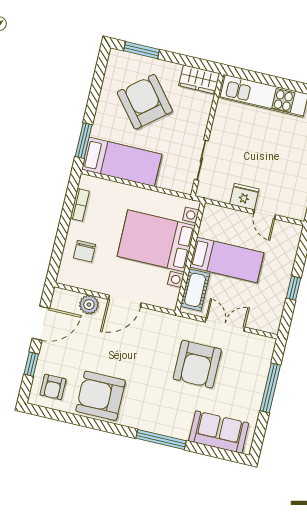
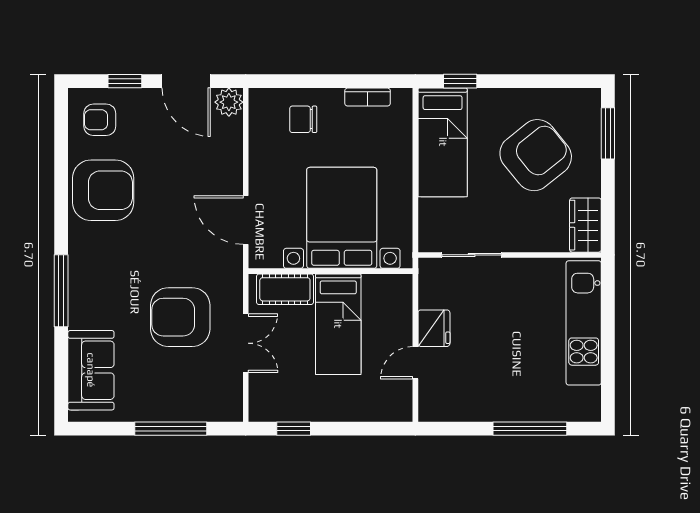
window: (84, 141) -> (460, 81), width x0.67
window: (294, 288) -> (294, 429), moved
door: (125, 301) -> (246, 220), moved
plant: (89, 305) -> (229, 102), moved
armchair: (101, 396) -> (103, 190), turned 90

